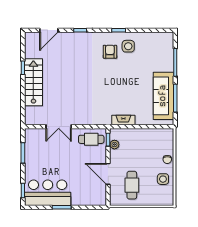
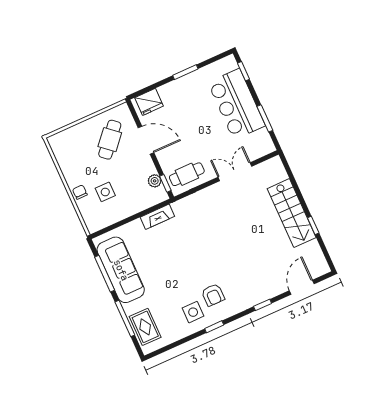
rug: (164, 51) -> (145, 327), added
side table: (163, 179) -> (105, 192), moved
cafe table: (132, 185) -> (110, 140), turned 41
bar counter: (48, 193) -> (237, 104), moved, turned 90
fridge: (95, 198) -> (149, 102), added

